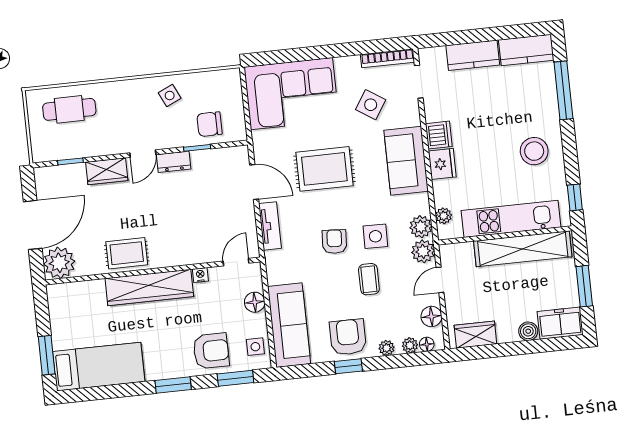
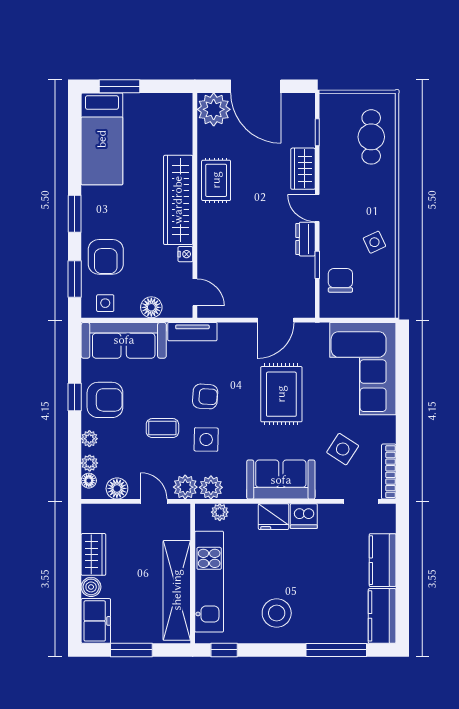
tv unit: (270, 226) -> (192, 332), moved
wardrobe: (475, 335) -> (93, 554), moved

